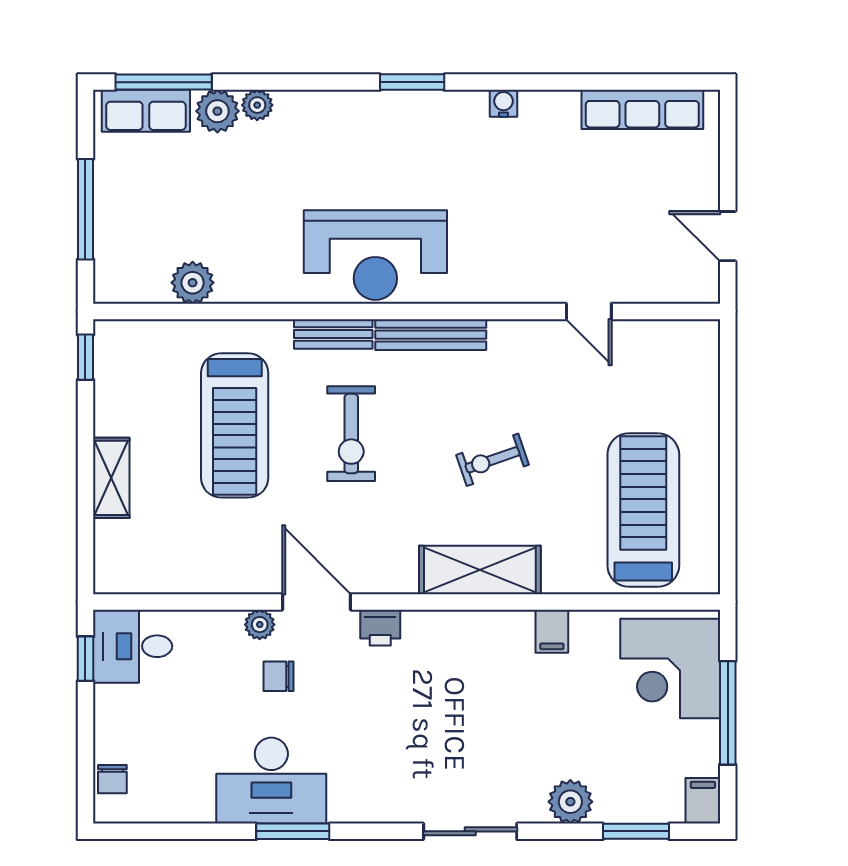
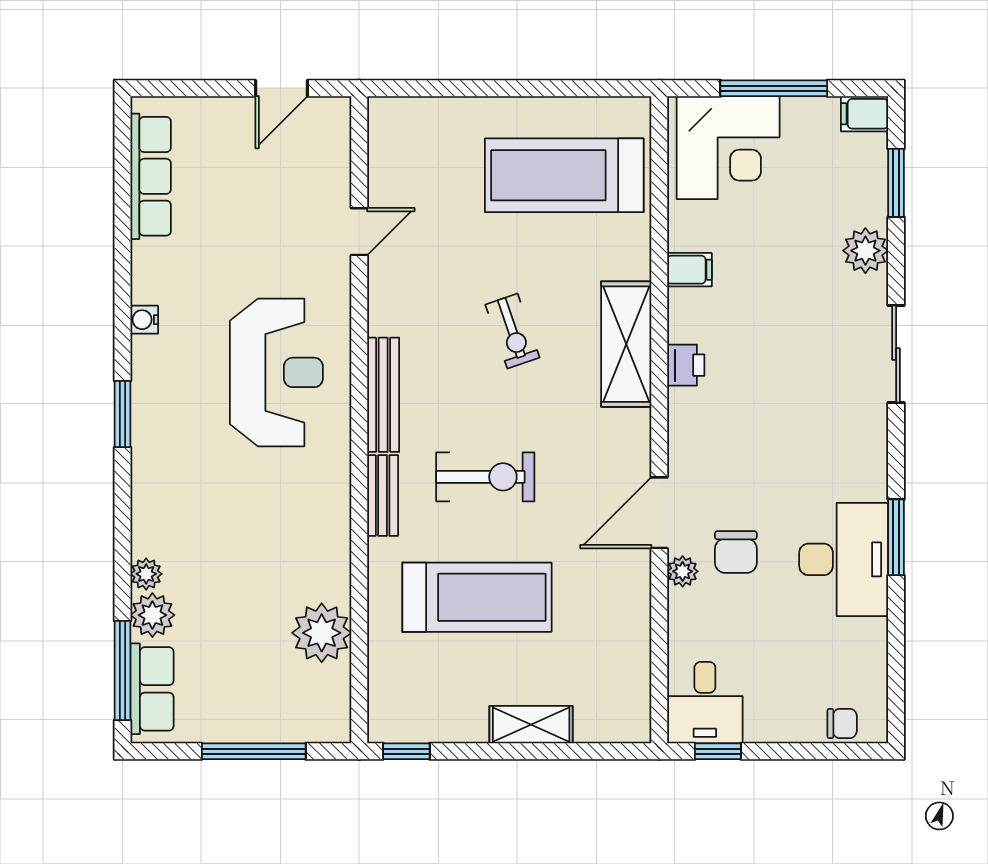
reception desk: (375, 255) -> (276, 372), moved
plant: (193, 283) -> (322, 633), width x1.36, depth x1.36
printer: (380, 628) -> (686, 365), moved
chair: (278, 676) -> (736, 552), width x1.37, depth x1.37

